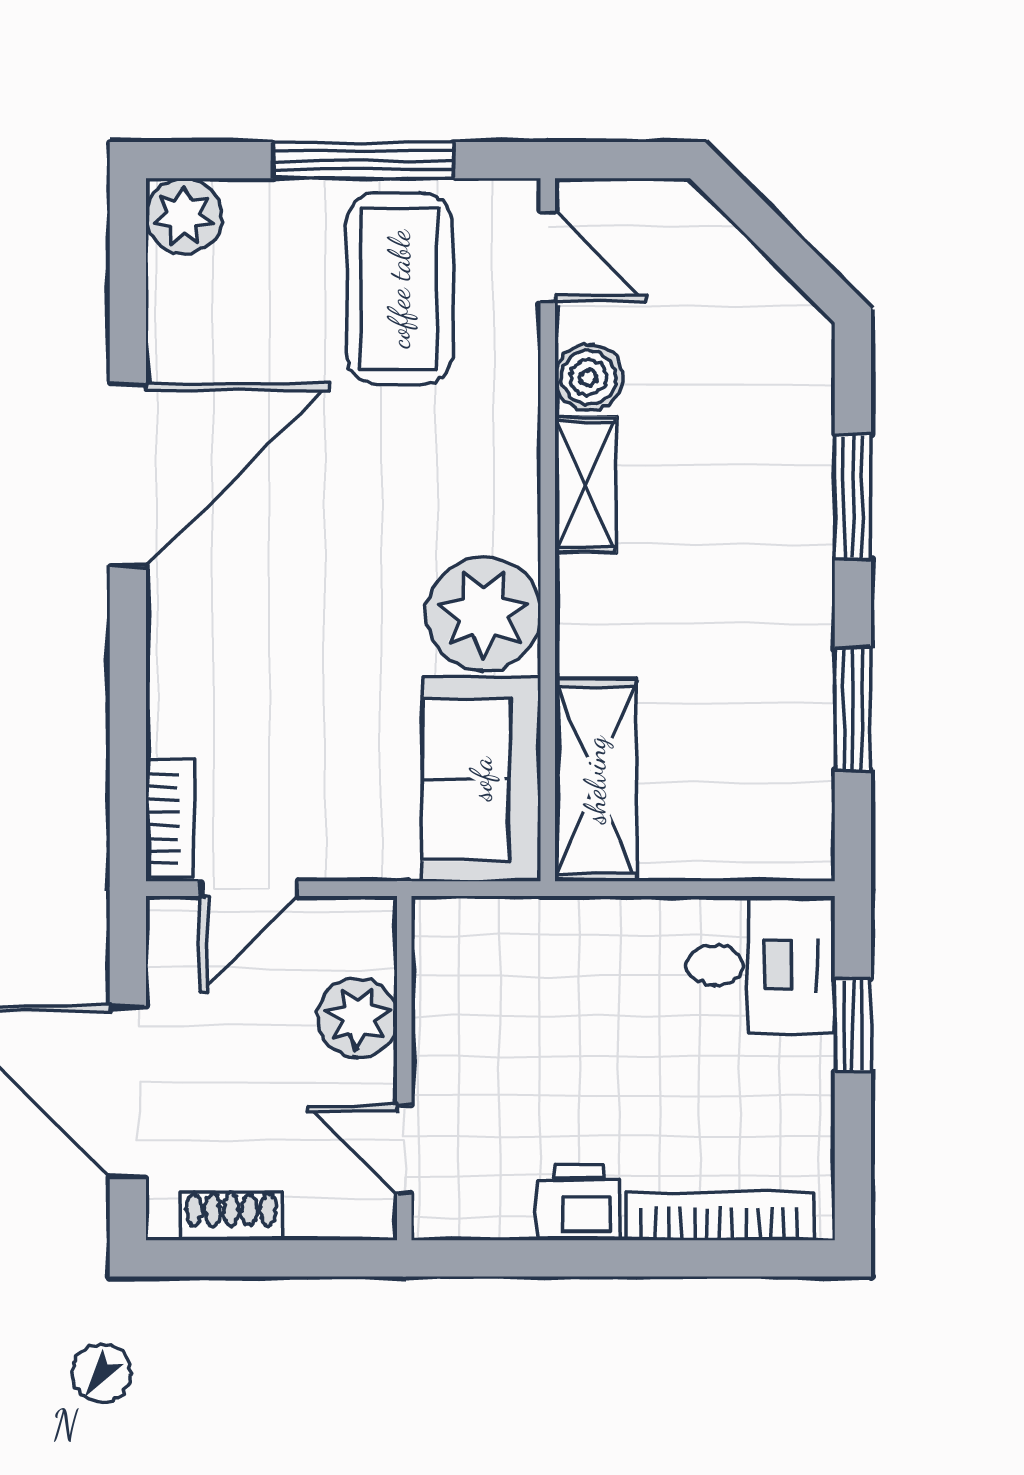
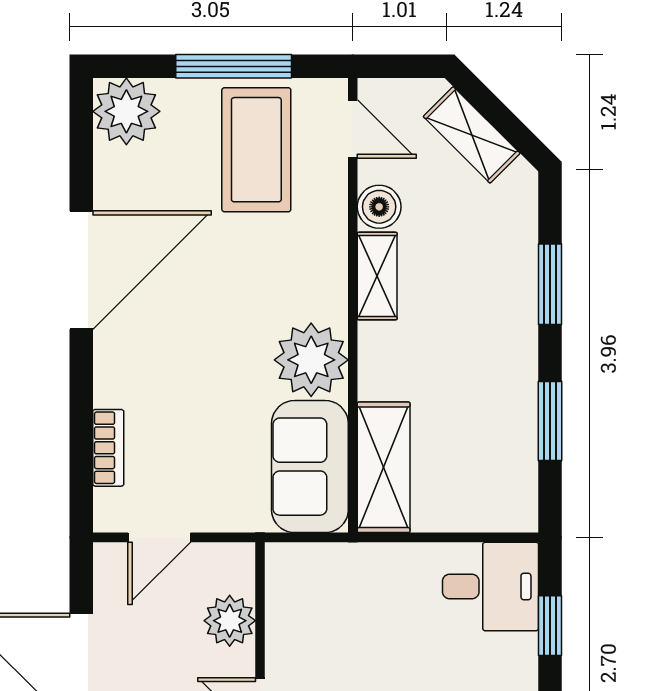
plant: (184, 216) -> (126, 111), width x1.36, depth x1.36
shelving: (732, 266) -> (472, 135), added
bookcase: (170, 819) -> (108, 448), moved

